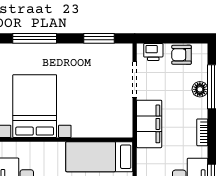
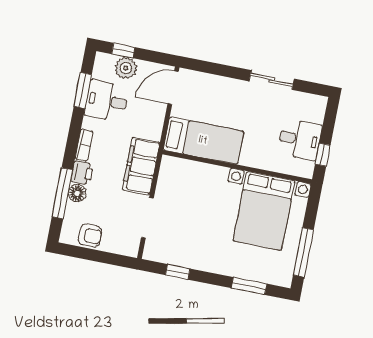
window: (35, 38) -> (249, 286), width x0.69
window: (99, 38) -> (178, 272), width x0.67
printer: (153, 52) -> (82, 173), moved, turned 90

